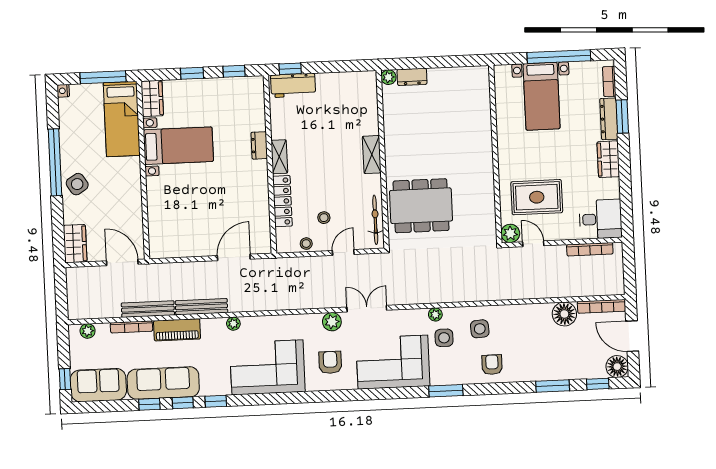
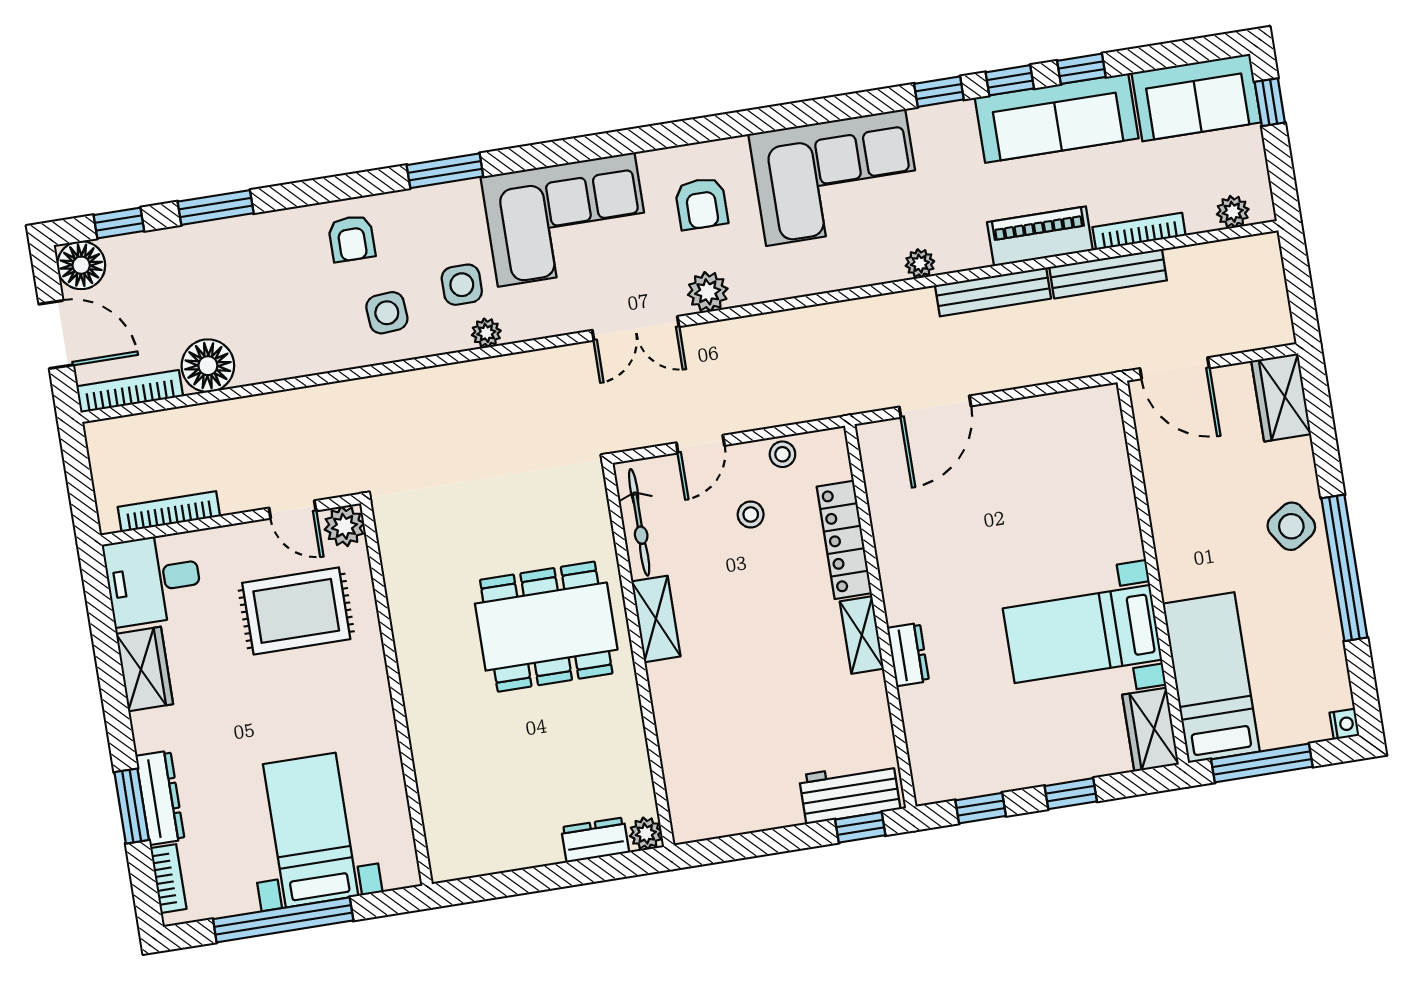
shelving: (372, 155) -> (656, 619), moved
wardrobe: (608, 159) -> (145, 669), moved
dining table: (421, 206) -> (546, 627), moved

